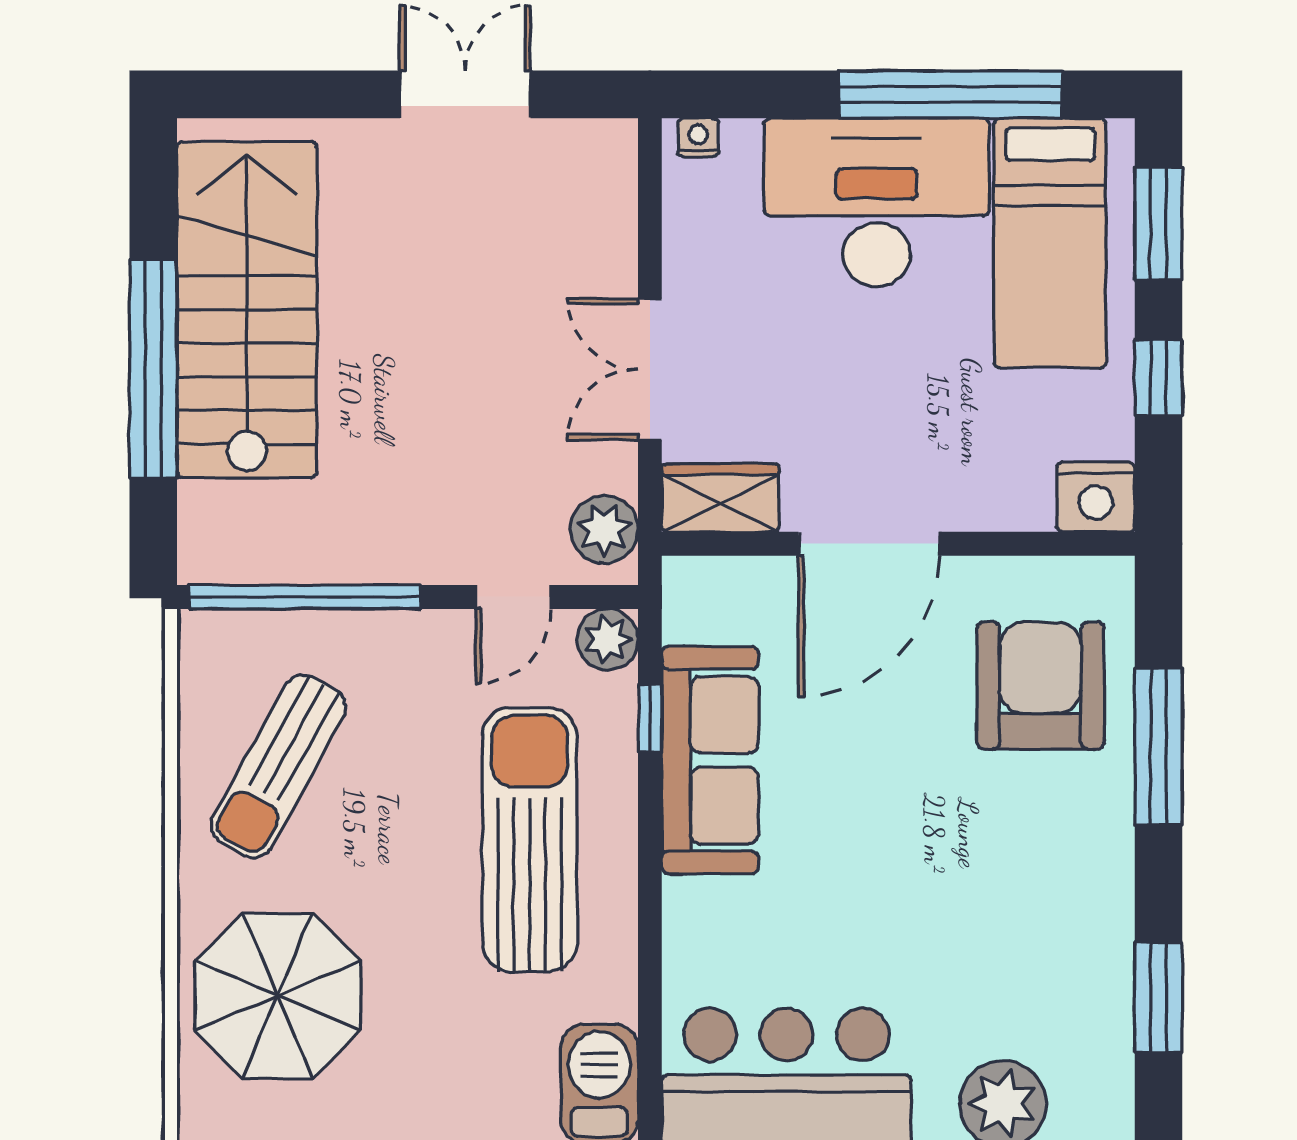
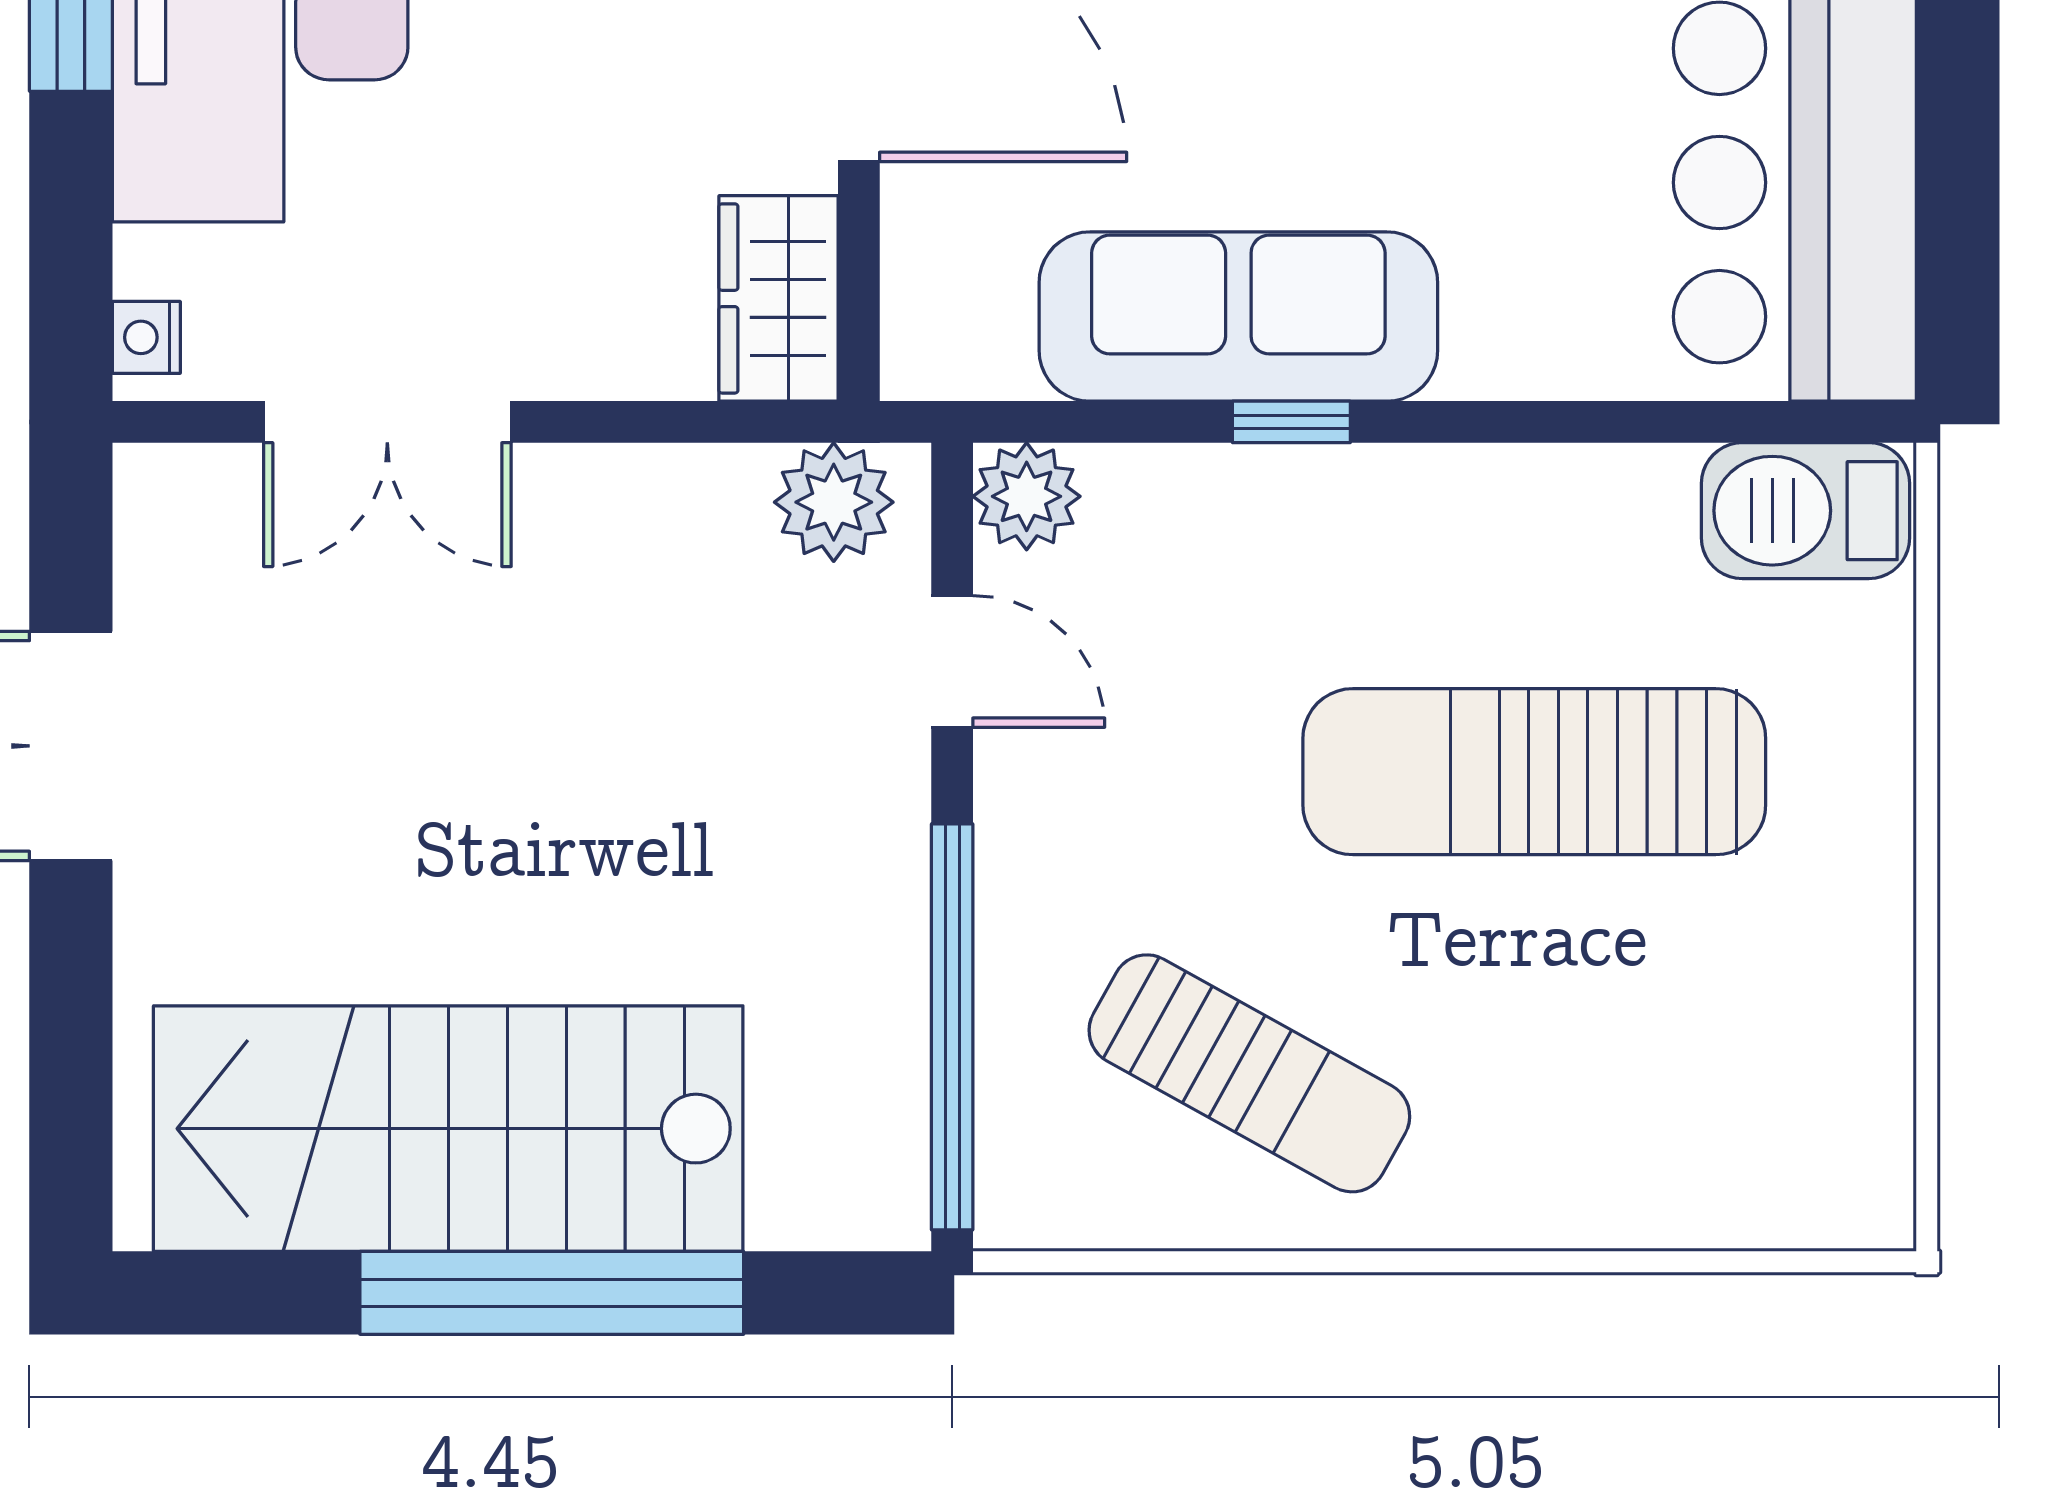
double door: (650, 369) -> (387, 422), moved
window: (650, 718) -> (1291, 422), moved
sun lounger: (530, 840) -> (1534, 772), moved
parasol: (278, 996) -> (1651, 1075), removed

